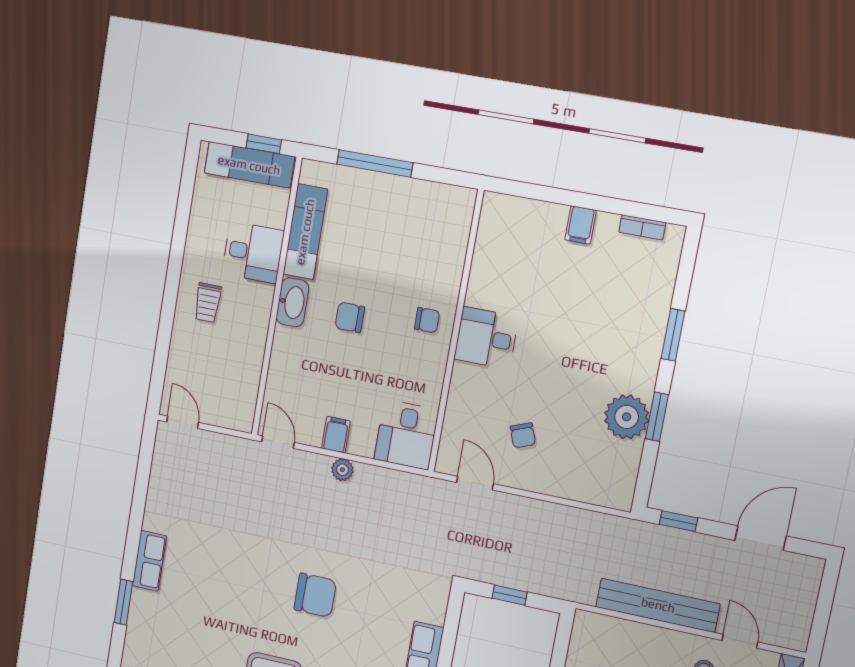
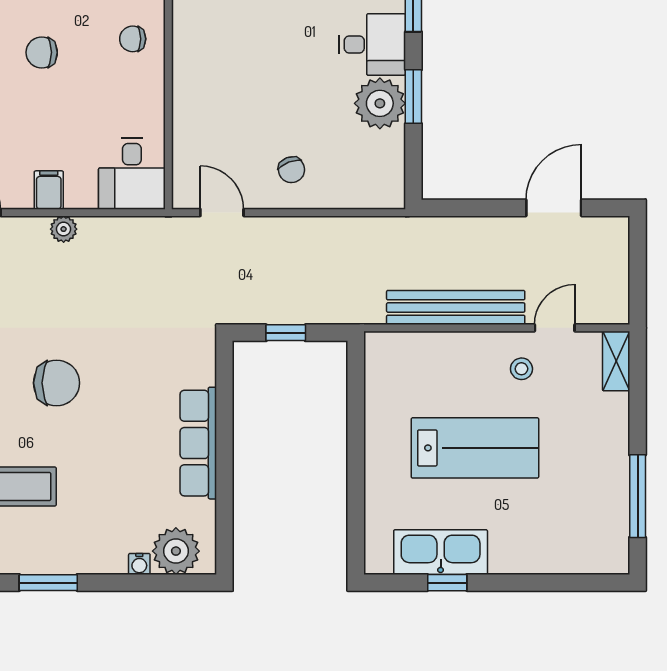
chair: (427, 320) -> (133, 39), turned 180
desk: (486, 338) -> (372, 44), moved, turned 180
chair: (523, 435) -> (291, 170), moved
window: (679, 521) -> (460, 208), removed
door: (740, 641) -> (555, 328), hinge flipped

